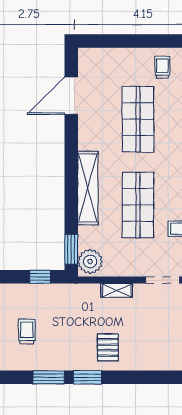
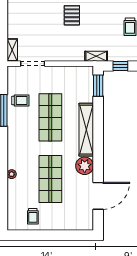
plant: (90, 261) -> (85, 166), moved
shelving: (117, 290) -> (96, 56), moved

